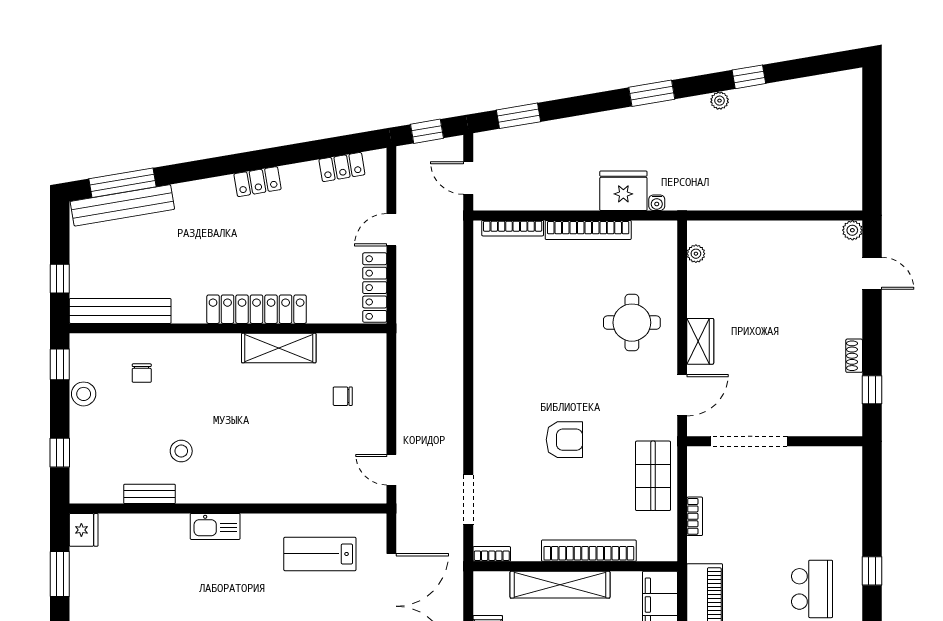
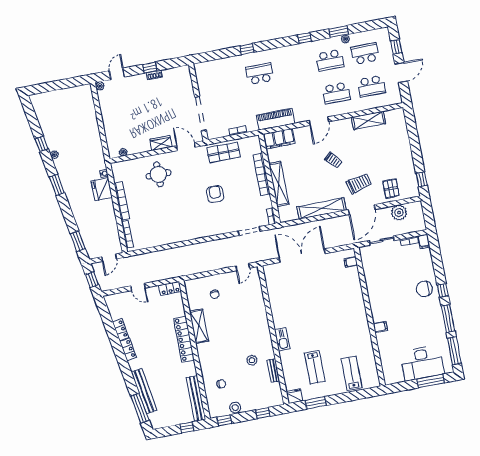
locker: (342, 167) -> (121, 329), moved
bench: (122, 205) -> (144, 391), moved
locker: (375, 288) -> (170, 288), width x0.66
window: (872, 390) -> (150, 68), moved
lab bench: (320, 554) -> (315, 367), moved

